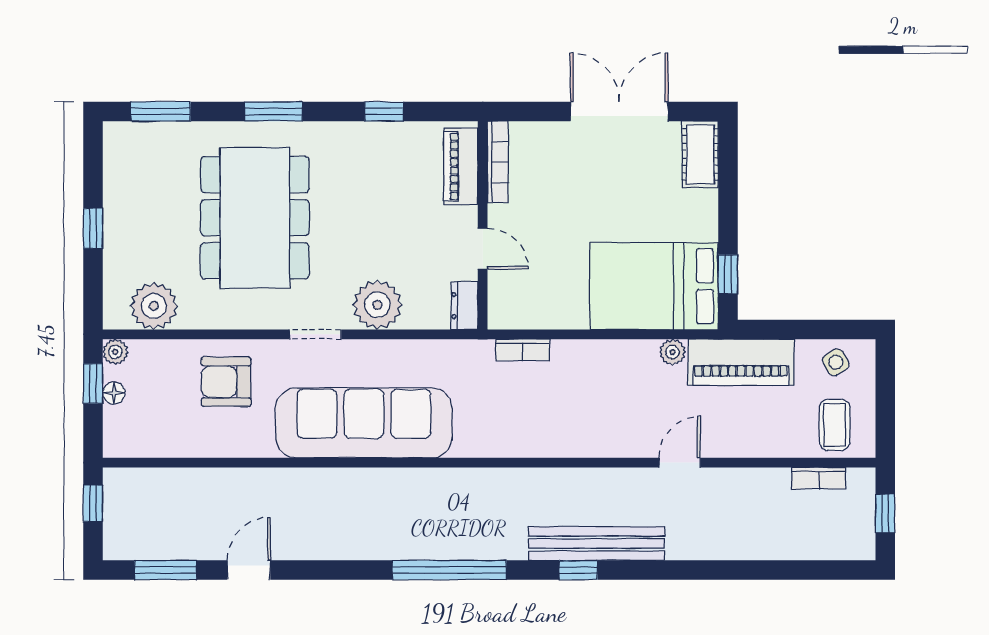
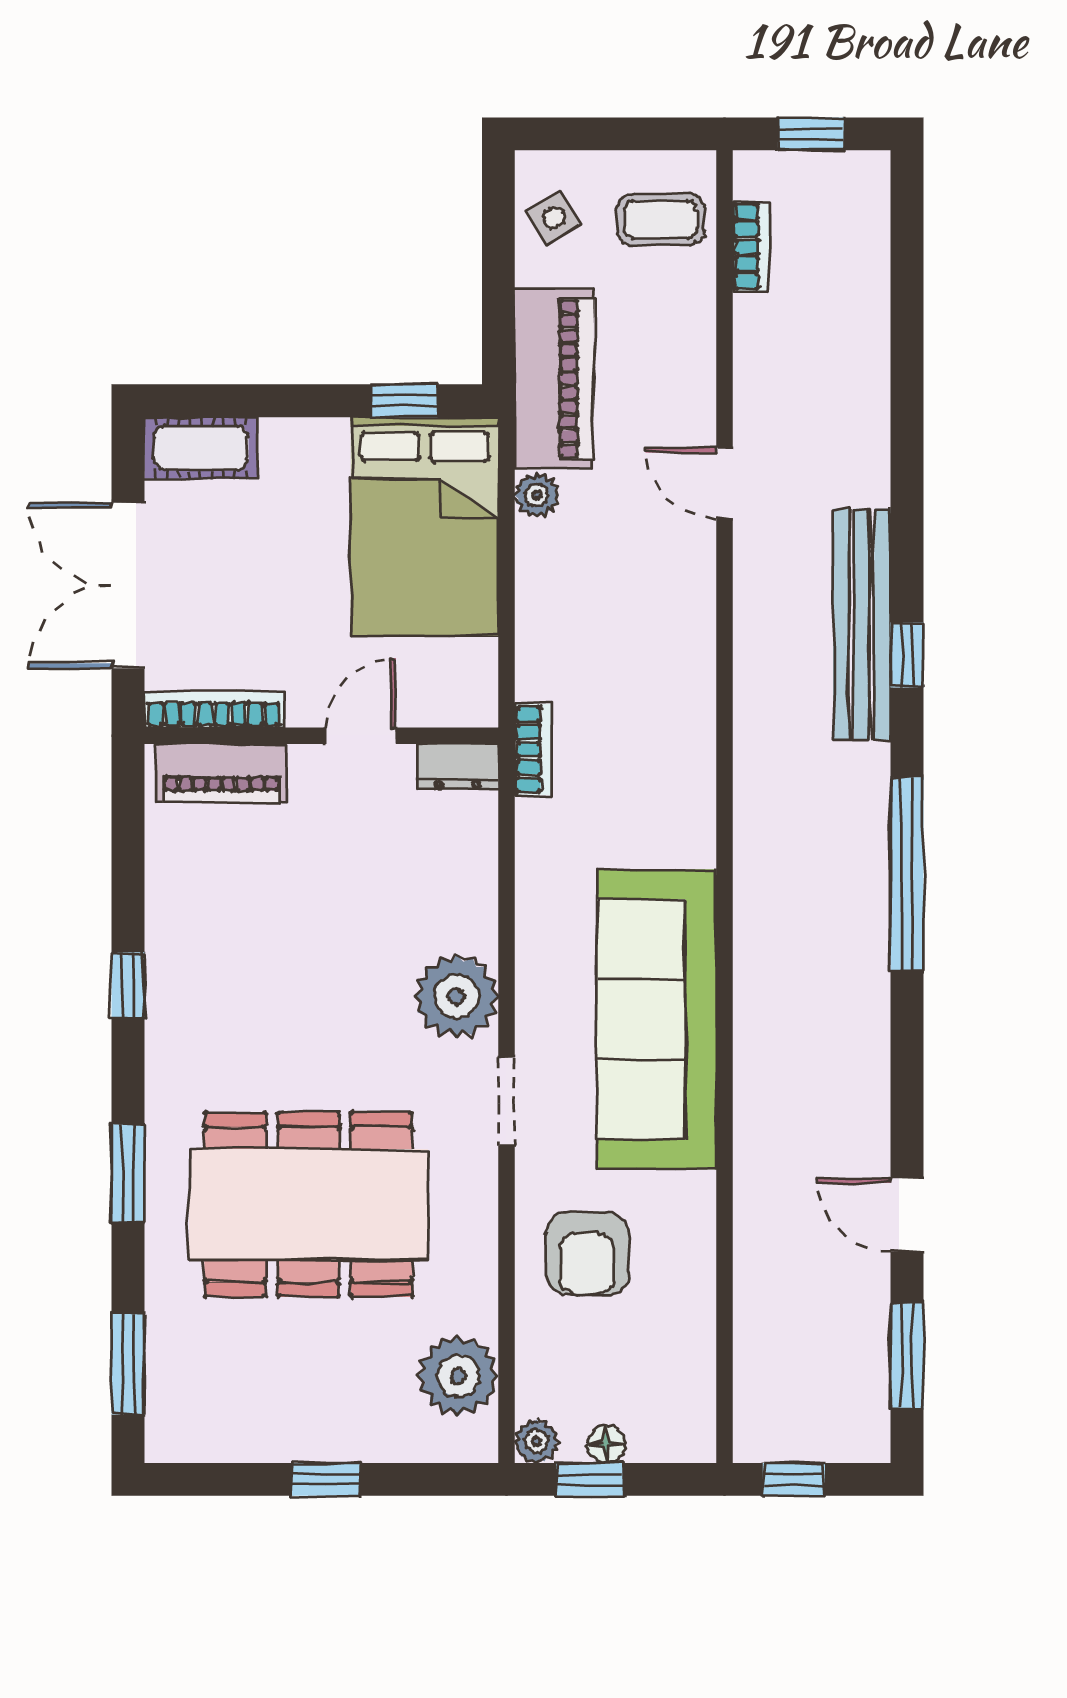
bookcase: (498, 162) -> (214, 710), moved
piano: (461, 166) -> (221, 773), moved
wall: (483, 225) -> (321, 736), moved
door: (483, 249) -> (361, 736), moved
dresser: (464, 306) -> (458, 767), moved

